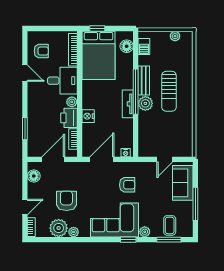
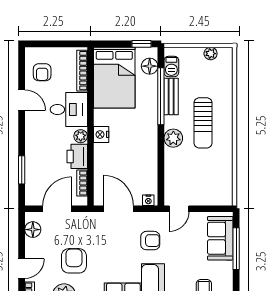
window: (97, 28) -> (142, 44), moved
armchair: (41, 51) -> (42, 72), turned 90
bench: (144, 80) -> (171, 96), moved
window: (136, 92) -> (161, 96), moved
tv unit: (128, 104) -> (151, 139), removed
nightstand: (88, 116) -> (101, 134), moved
door: (102, 159) -> (118, 209), hinge flipped
door: (165, 159) -> (179, 209), moved
window: (195, 204) -> (236, 249), moved

